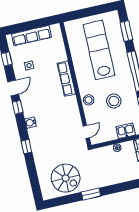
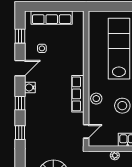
row of seats: (66, 79) -> (78, 94), moved
window: (18, 107) -> (20, 103), moved
water cooler: (30, 123) -> (30, 88), moved

